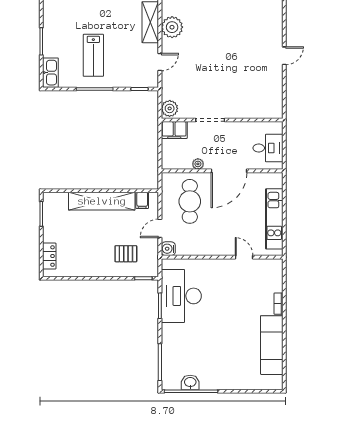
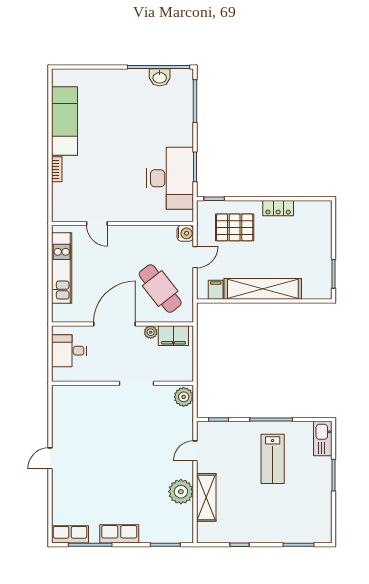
lab bench: (93, 55) -> (273, 459), turned 180
filing cabinet: (174, 130) -> (173, 336), moved, turned 180
cafe table: (190, 201) -> (160, 288), turned -38
pallet: (126, 254) -> (235, 227), width x1.50, depth x1.42
locker: (49, 256) -> (278, 208), moved, turned -90

